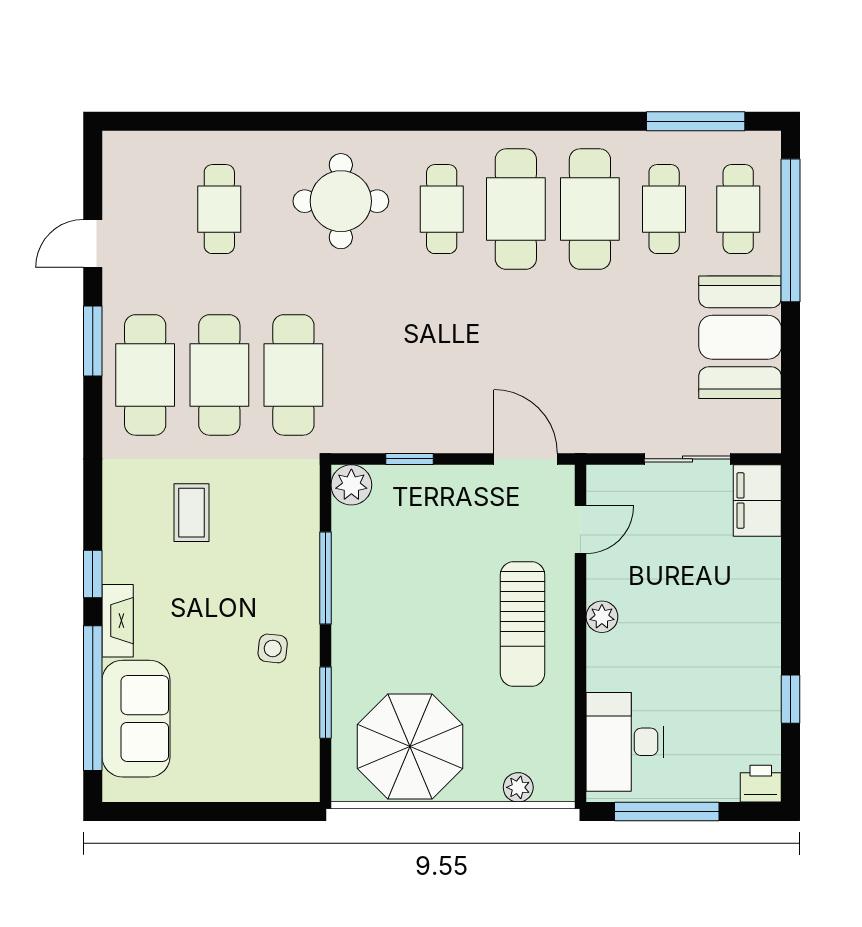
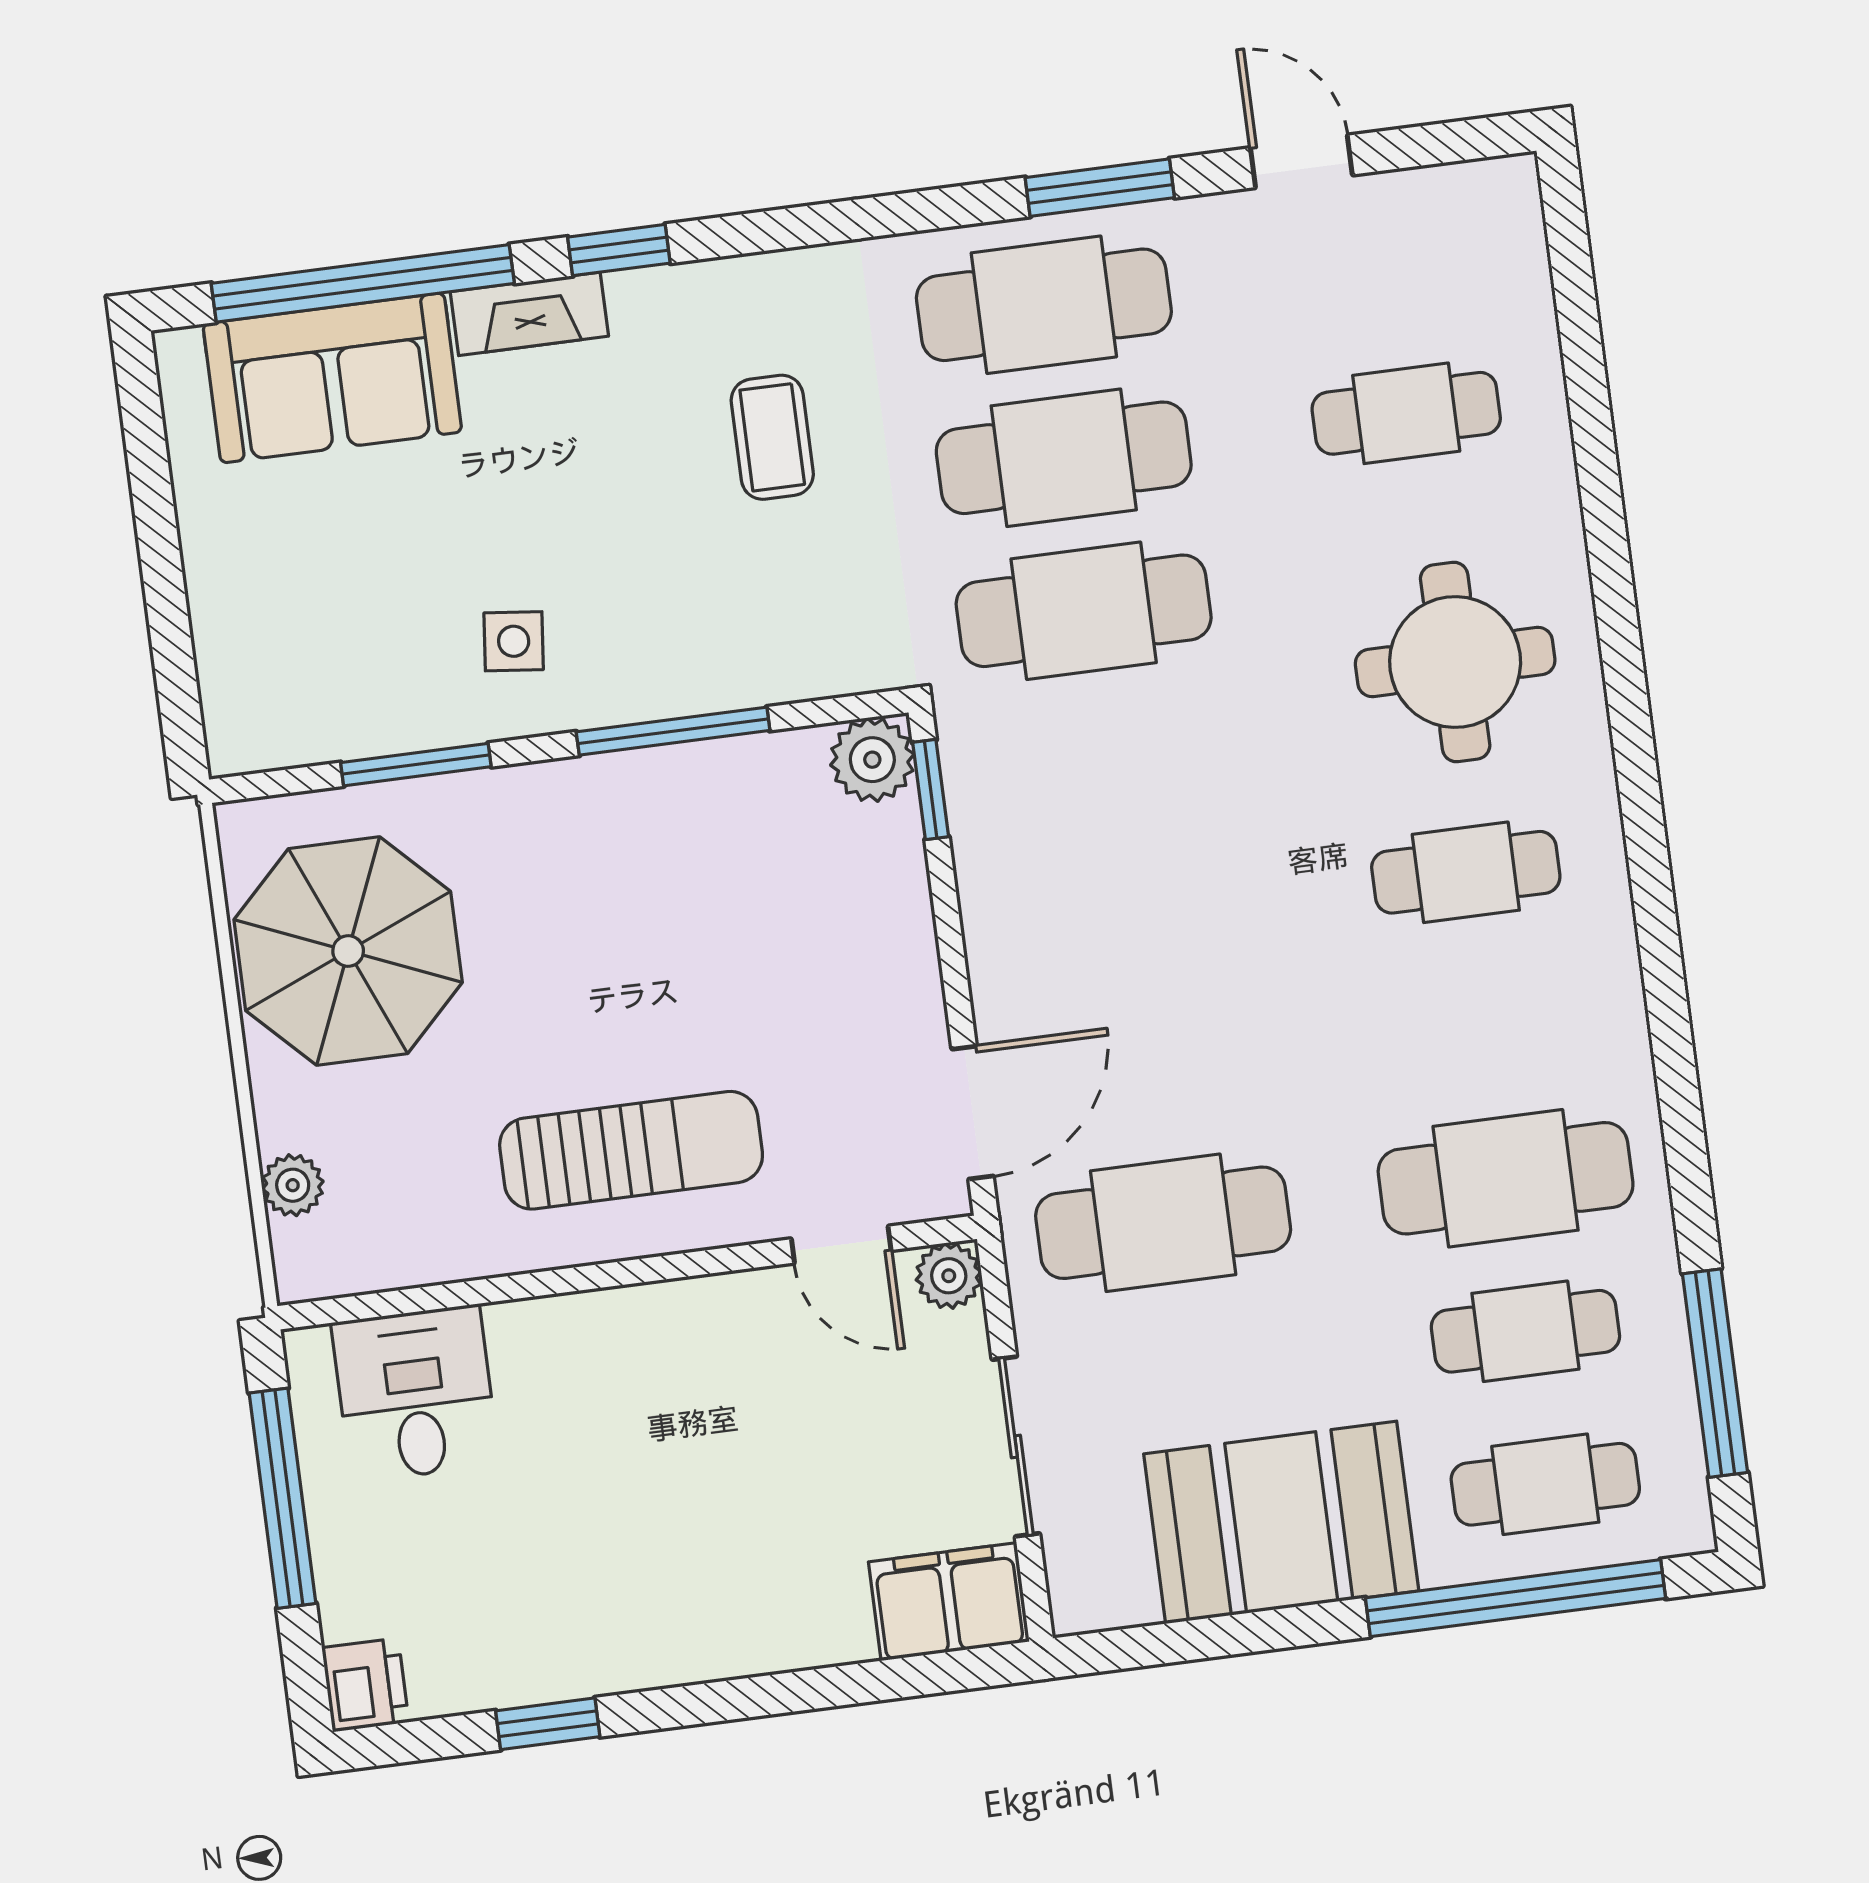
cafe table: (516, 209) -> (1163, 1223), moved
window: (410, 459) -> (931, 790), moved
coffee table: (191, 513) -> (772, 437), turned 90
plant: (602, 617) -> (949, 1276), moved
sun lounger: (523, 624) -> (631, 1150), turned 180
desk: (625, 742) -> (415, 1393), width x0.73

